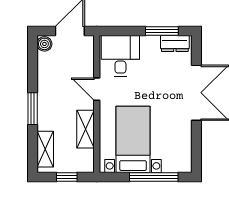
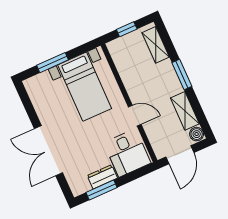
dresser: (175, 44) -> (102, 177), moved
shelving: (85, 129) -> (185, 111), moved
window: (154, 177) -> (53, 63), width x0.69

